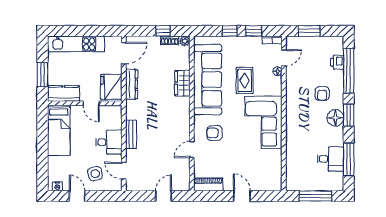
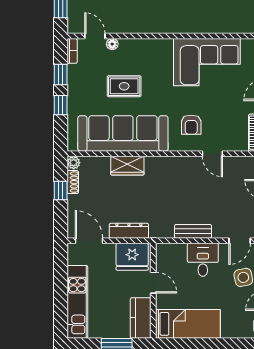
door: (91, 103) -> (153, 283), hinge flipped
corner sofa: (263, 122) -> (207, 62), moved

